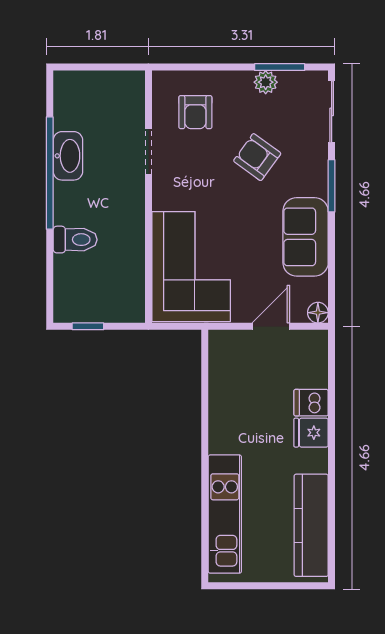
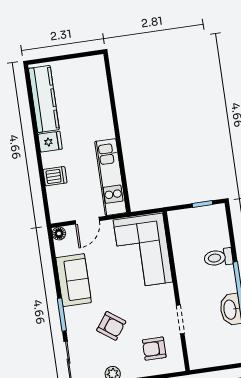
armchair: (195, 112) -> (154, 349), turned -90
fridge: (311, 433) -> (50, 142), moved
kitchen unit: (225, 514) -> (111, 177), moved

